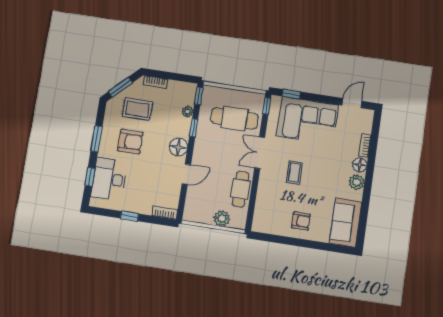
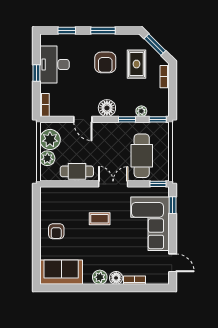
desk: (109, 179) -> (54, 64), moved, turned -90
plant: (202, 212) -> (50, 140), added

